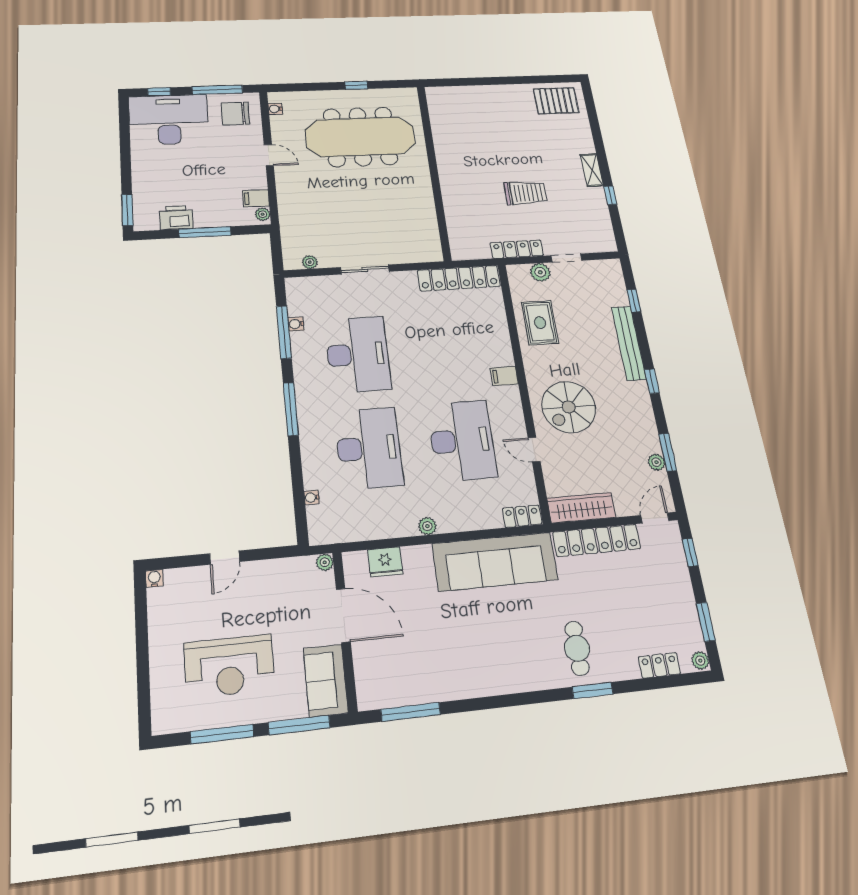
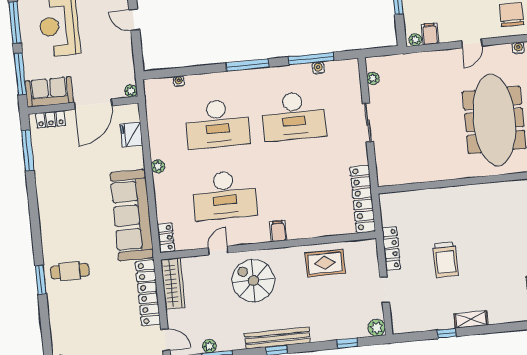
plant: (540, 272) -> (377, 328), moved
bench: (629, 343) -> (277, 338), moved
locker: (659, 665) -> (51, 119), moved, turned 90

